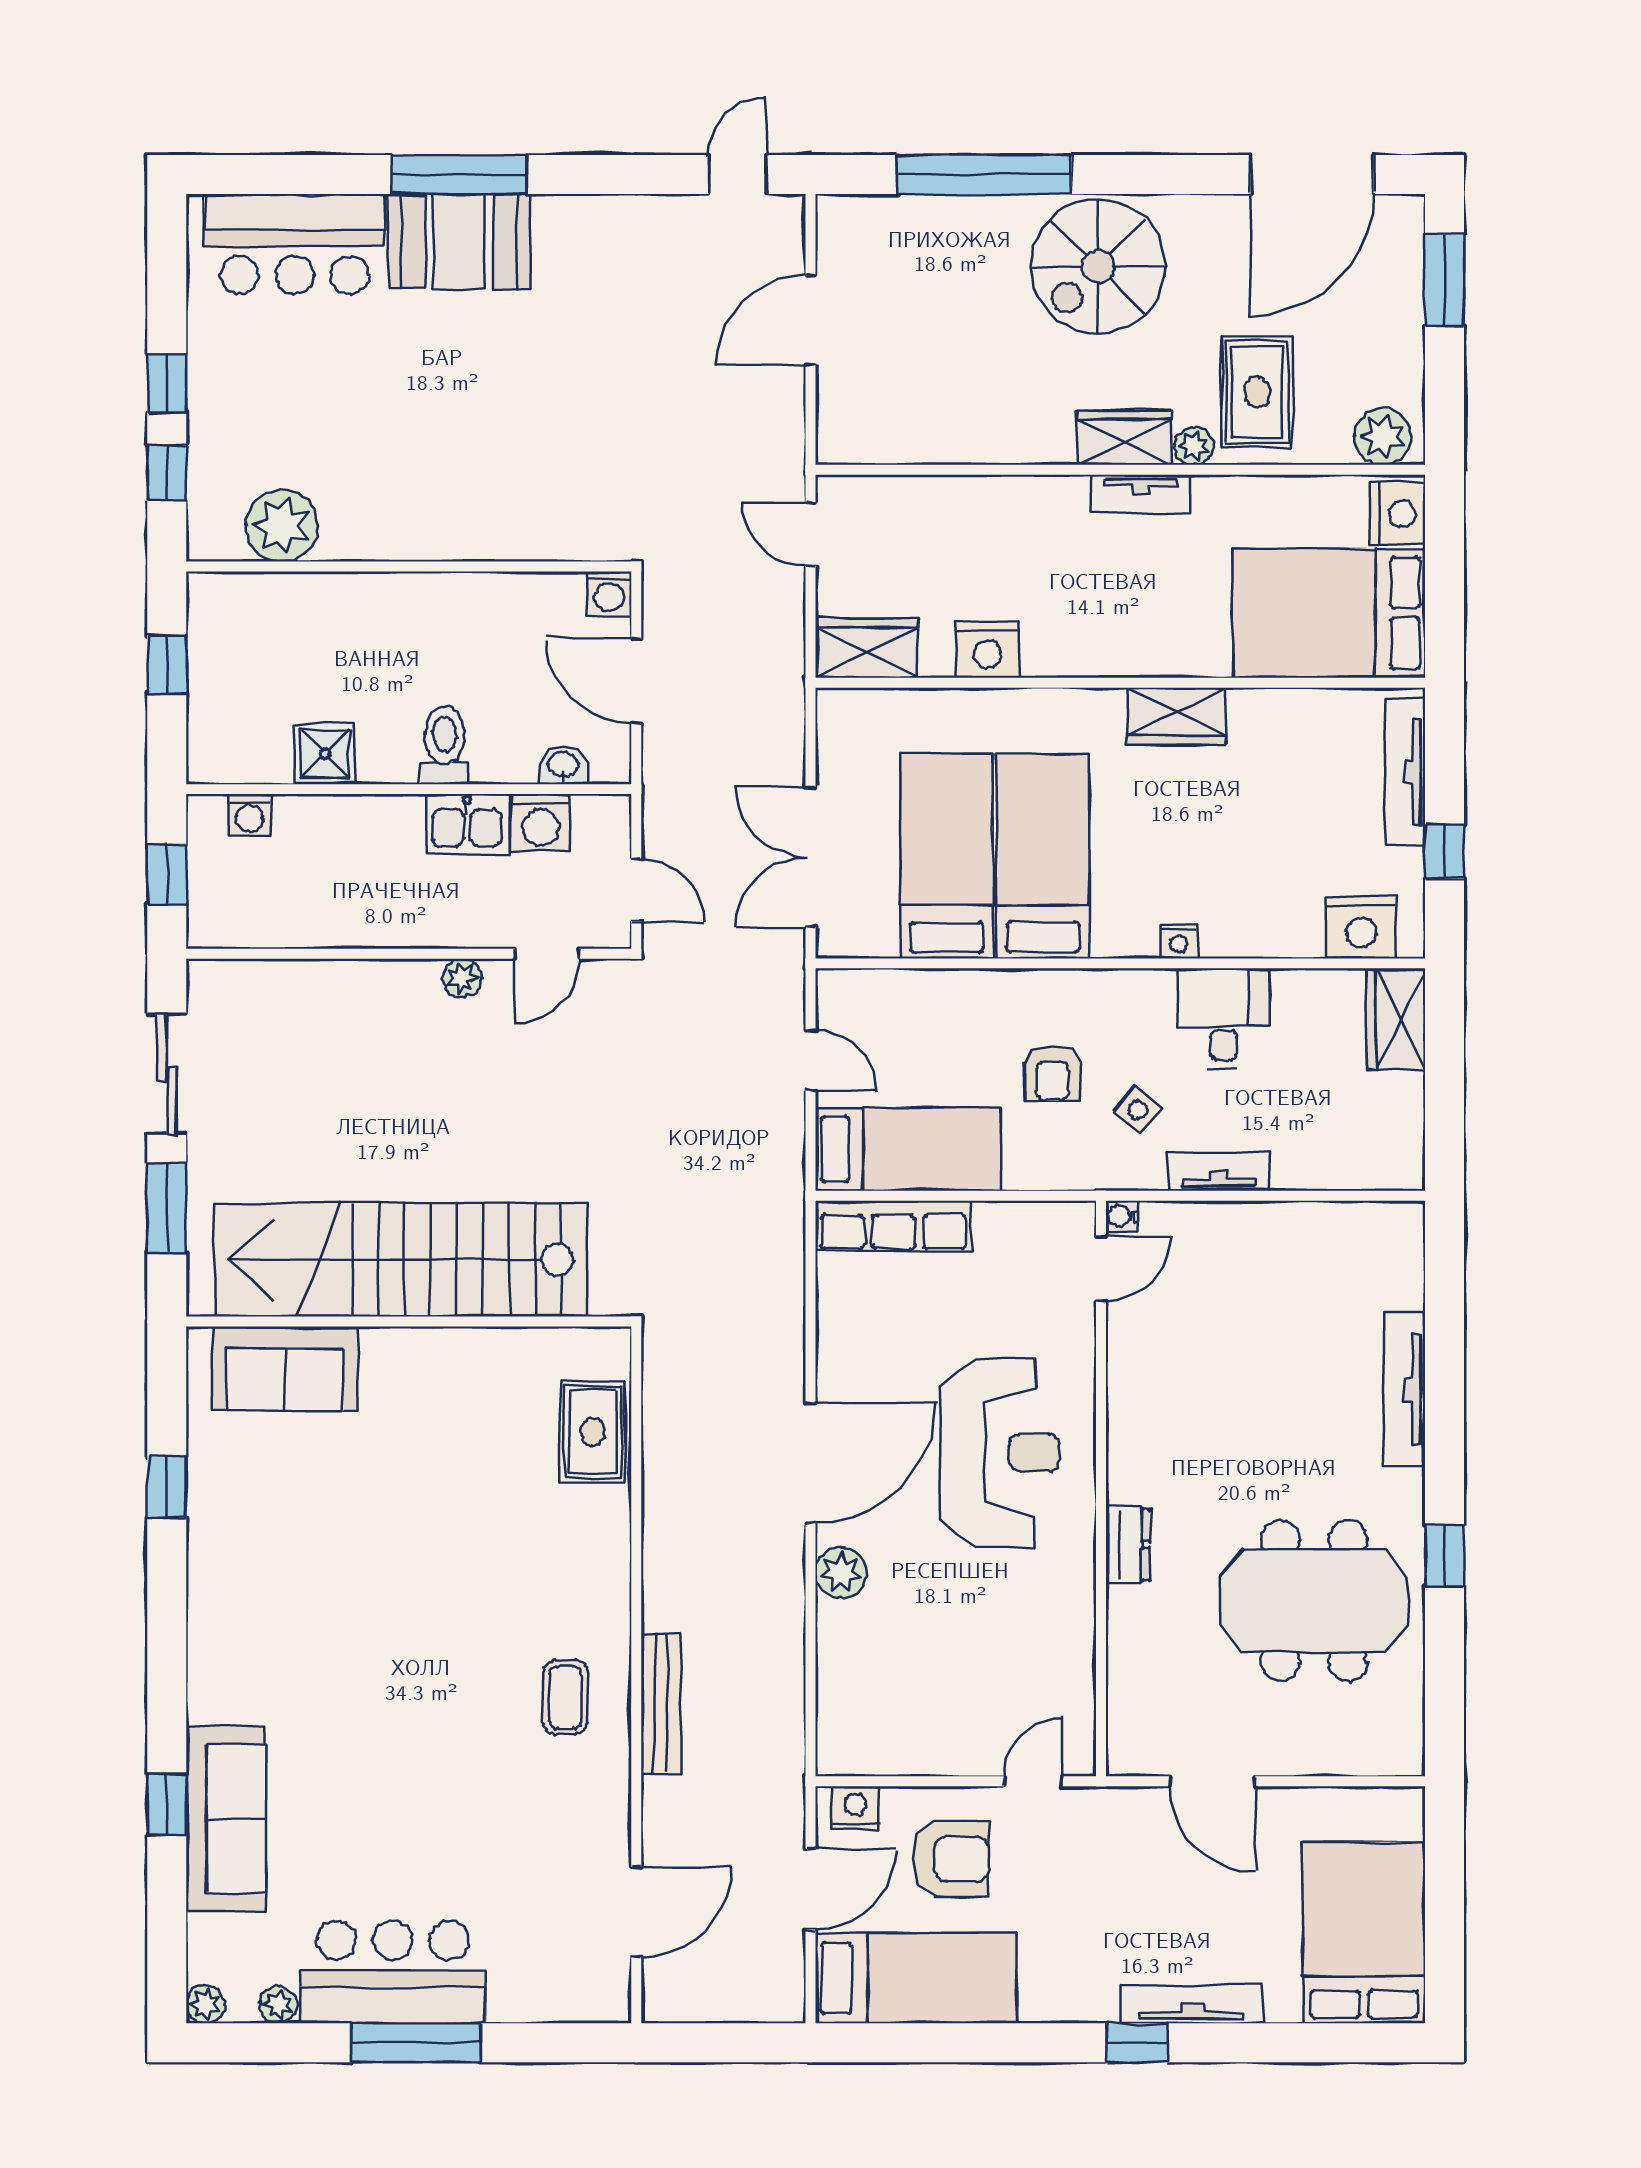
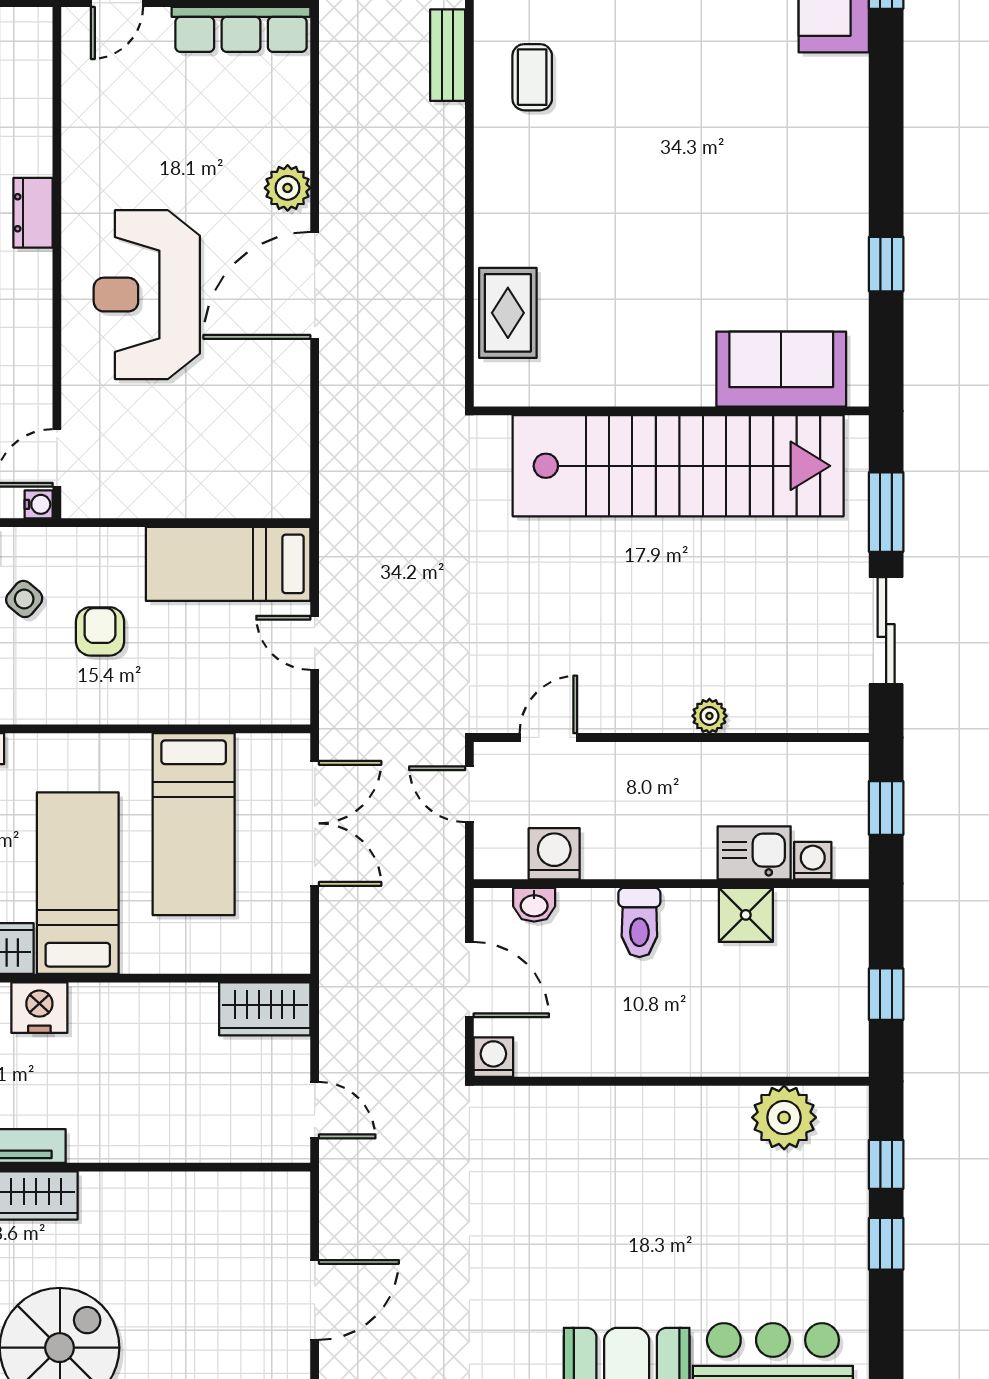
nightstand: (988, 649) -> (39, 1008), moved
kitchen sink: (467, 824) -> (754, 853), moved
bed: (1043, 856) -> (78, 883), moved, turned 180
plant: (462, 978) -> (709, 716), moved
row of seats: (894, 1226) -> (241, 29), moved, turned 180
bench: (661, 1704) -> (448, 55), width x0.73

